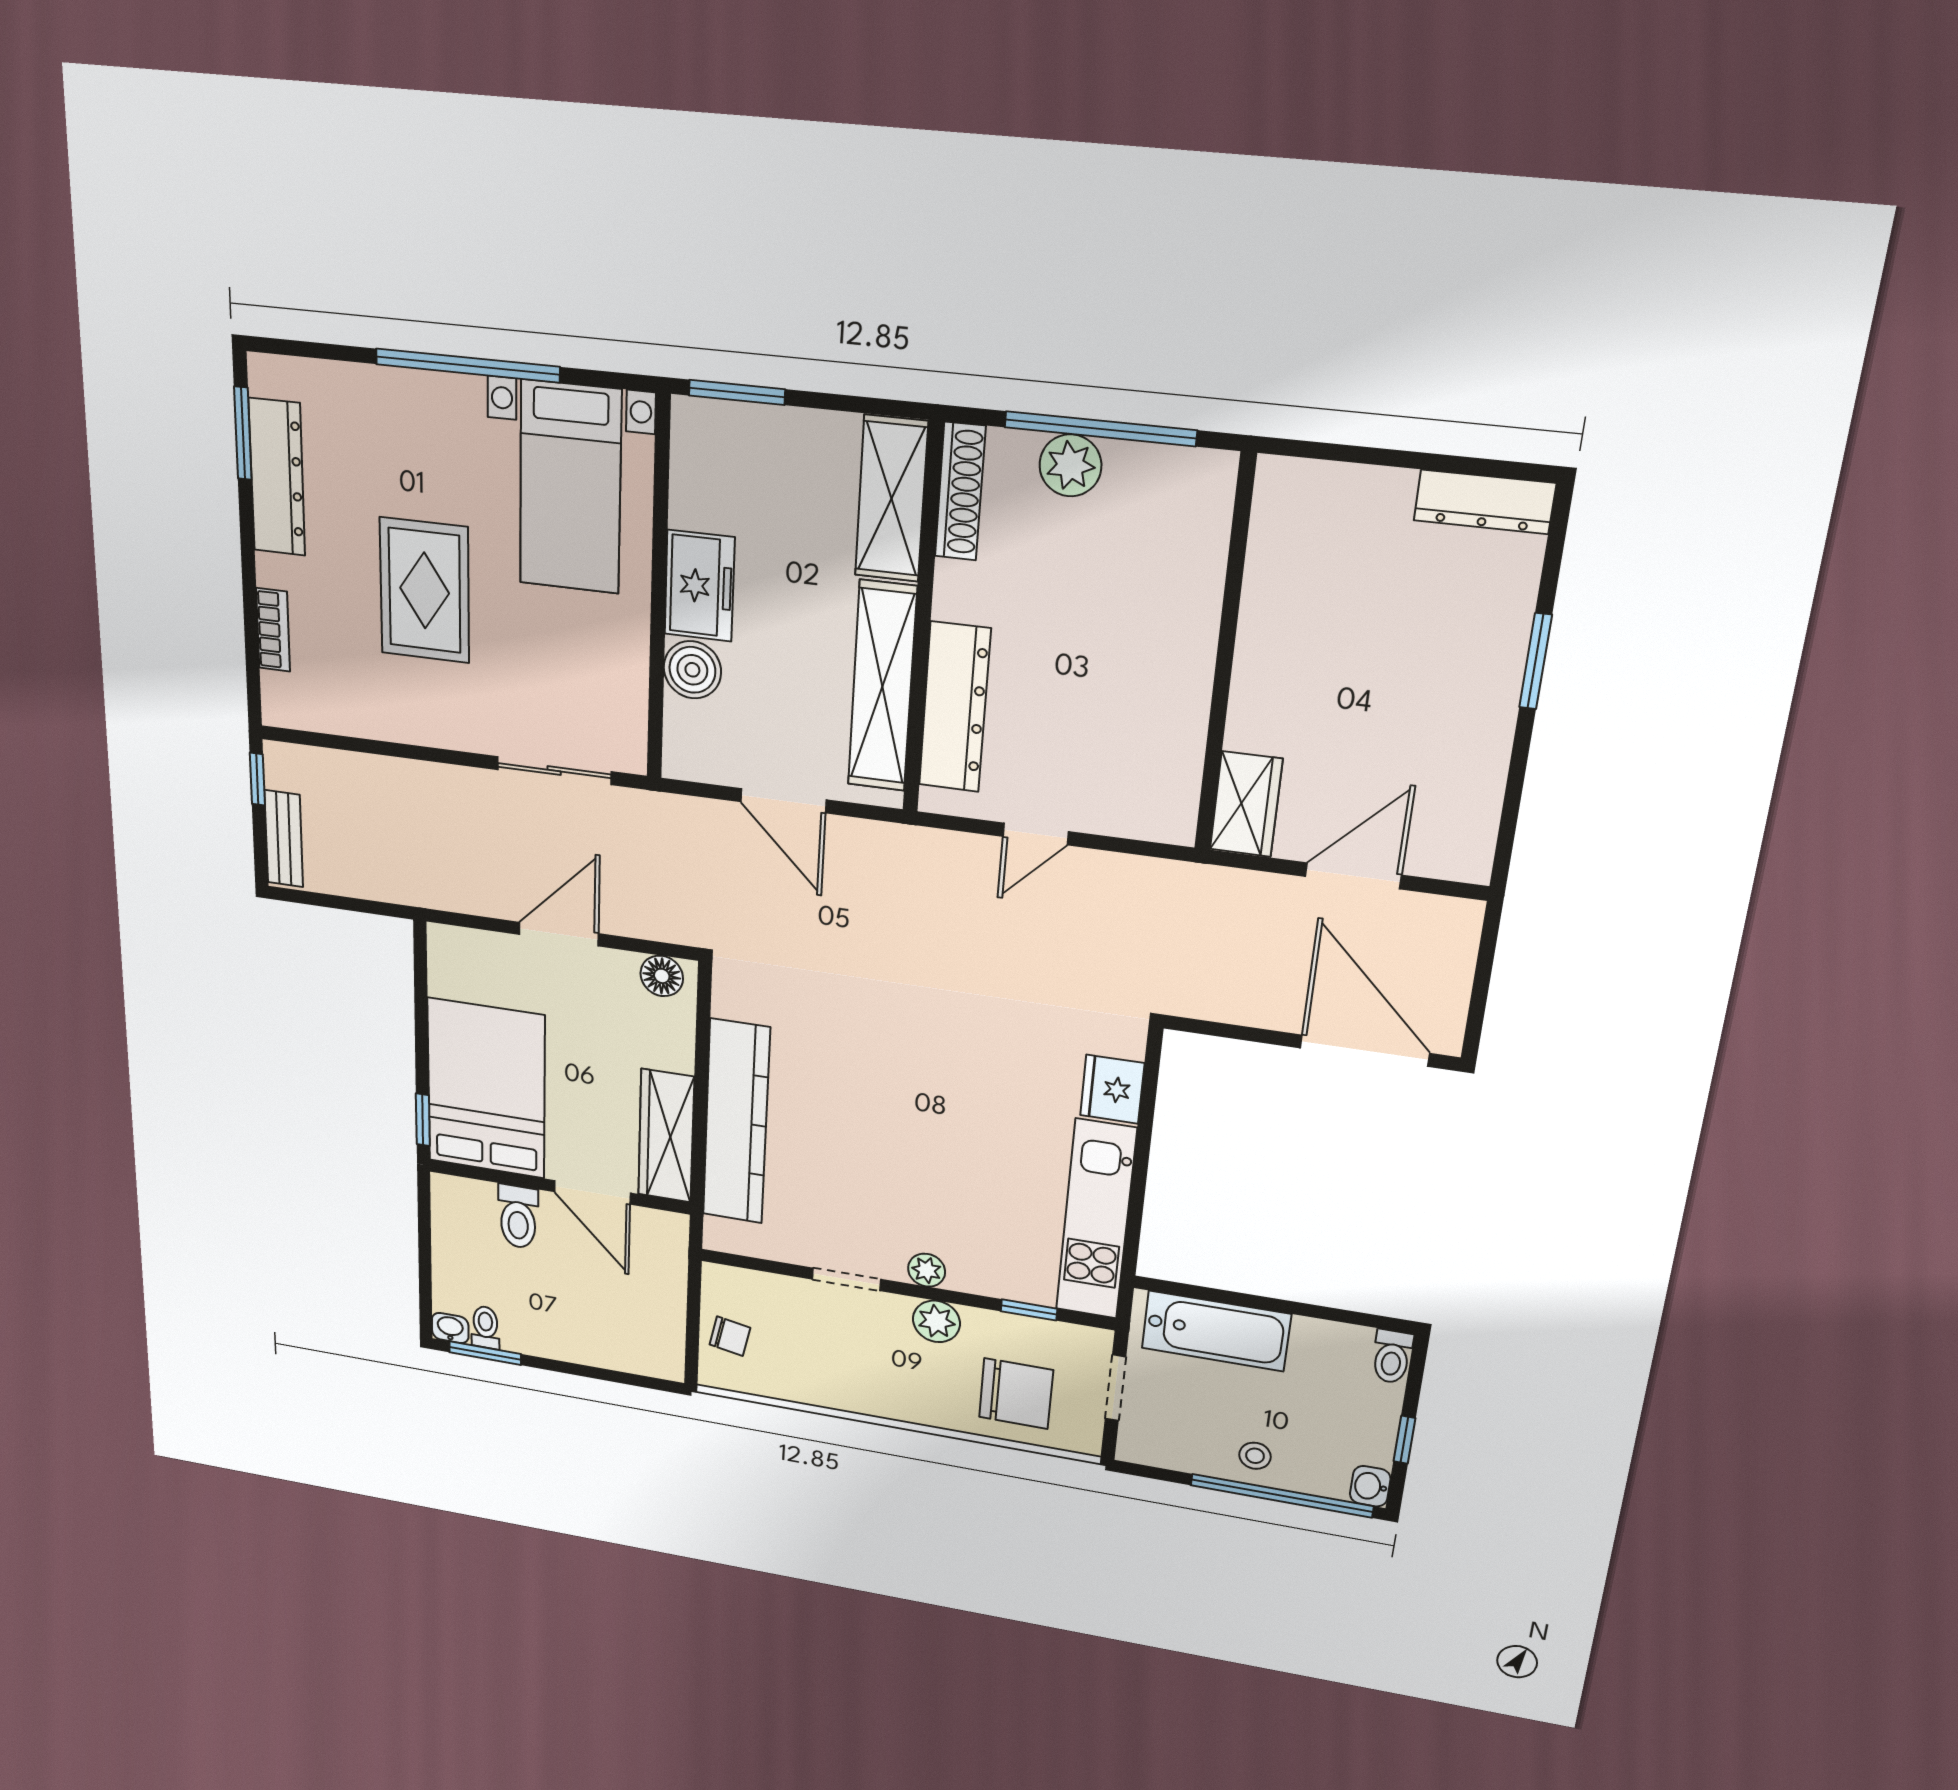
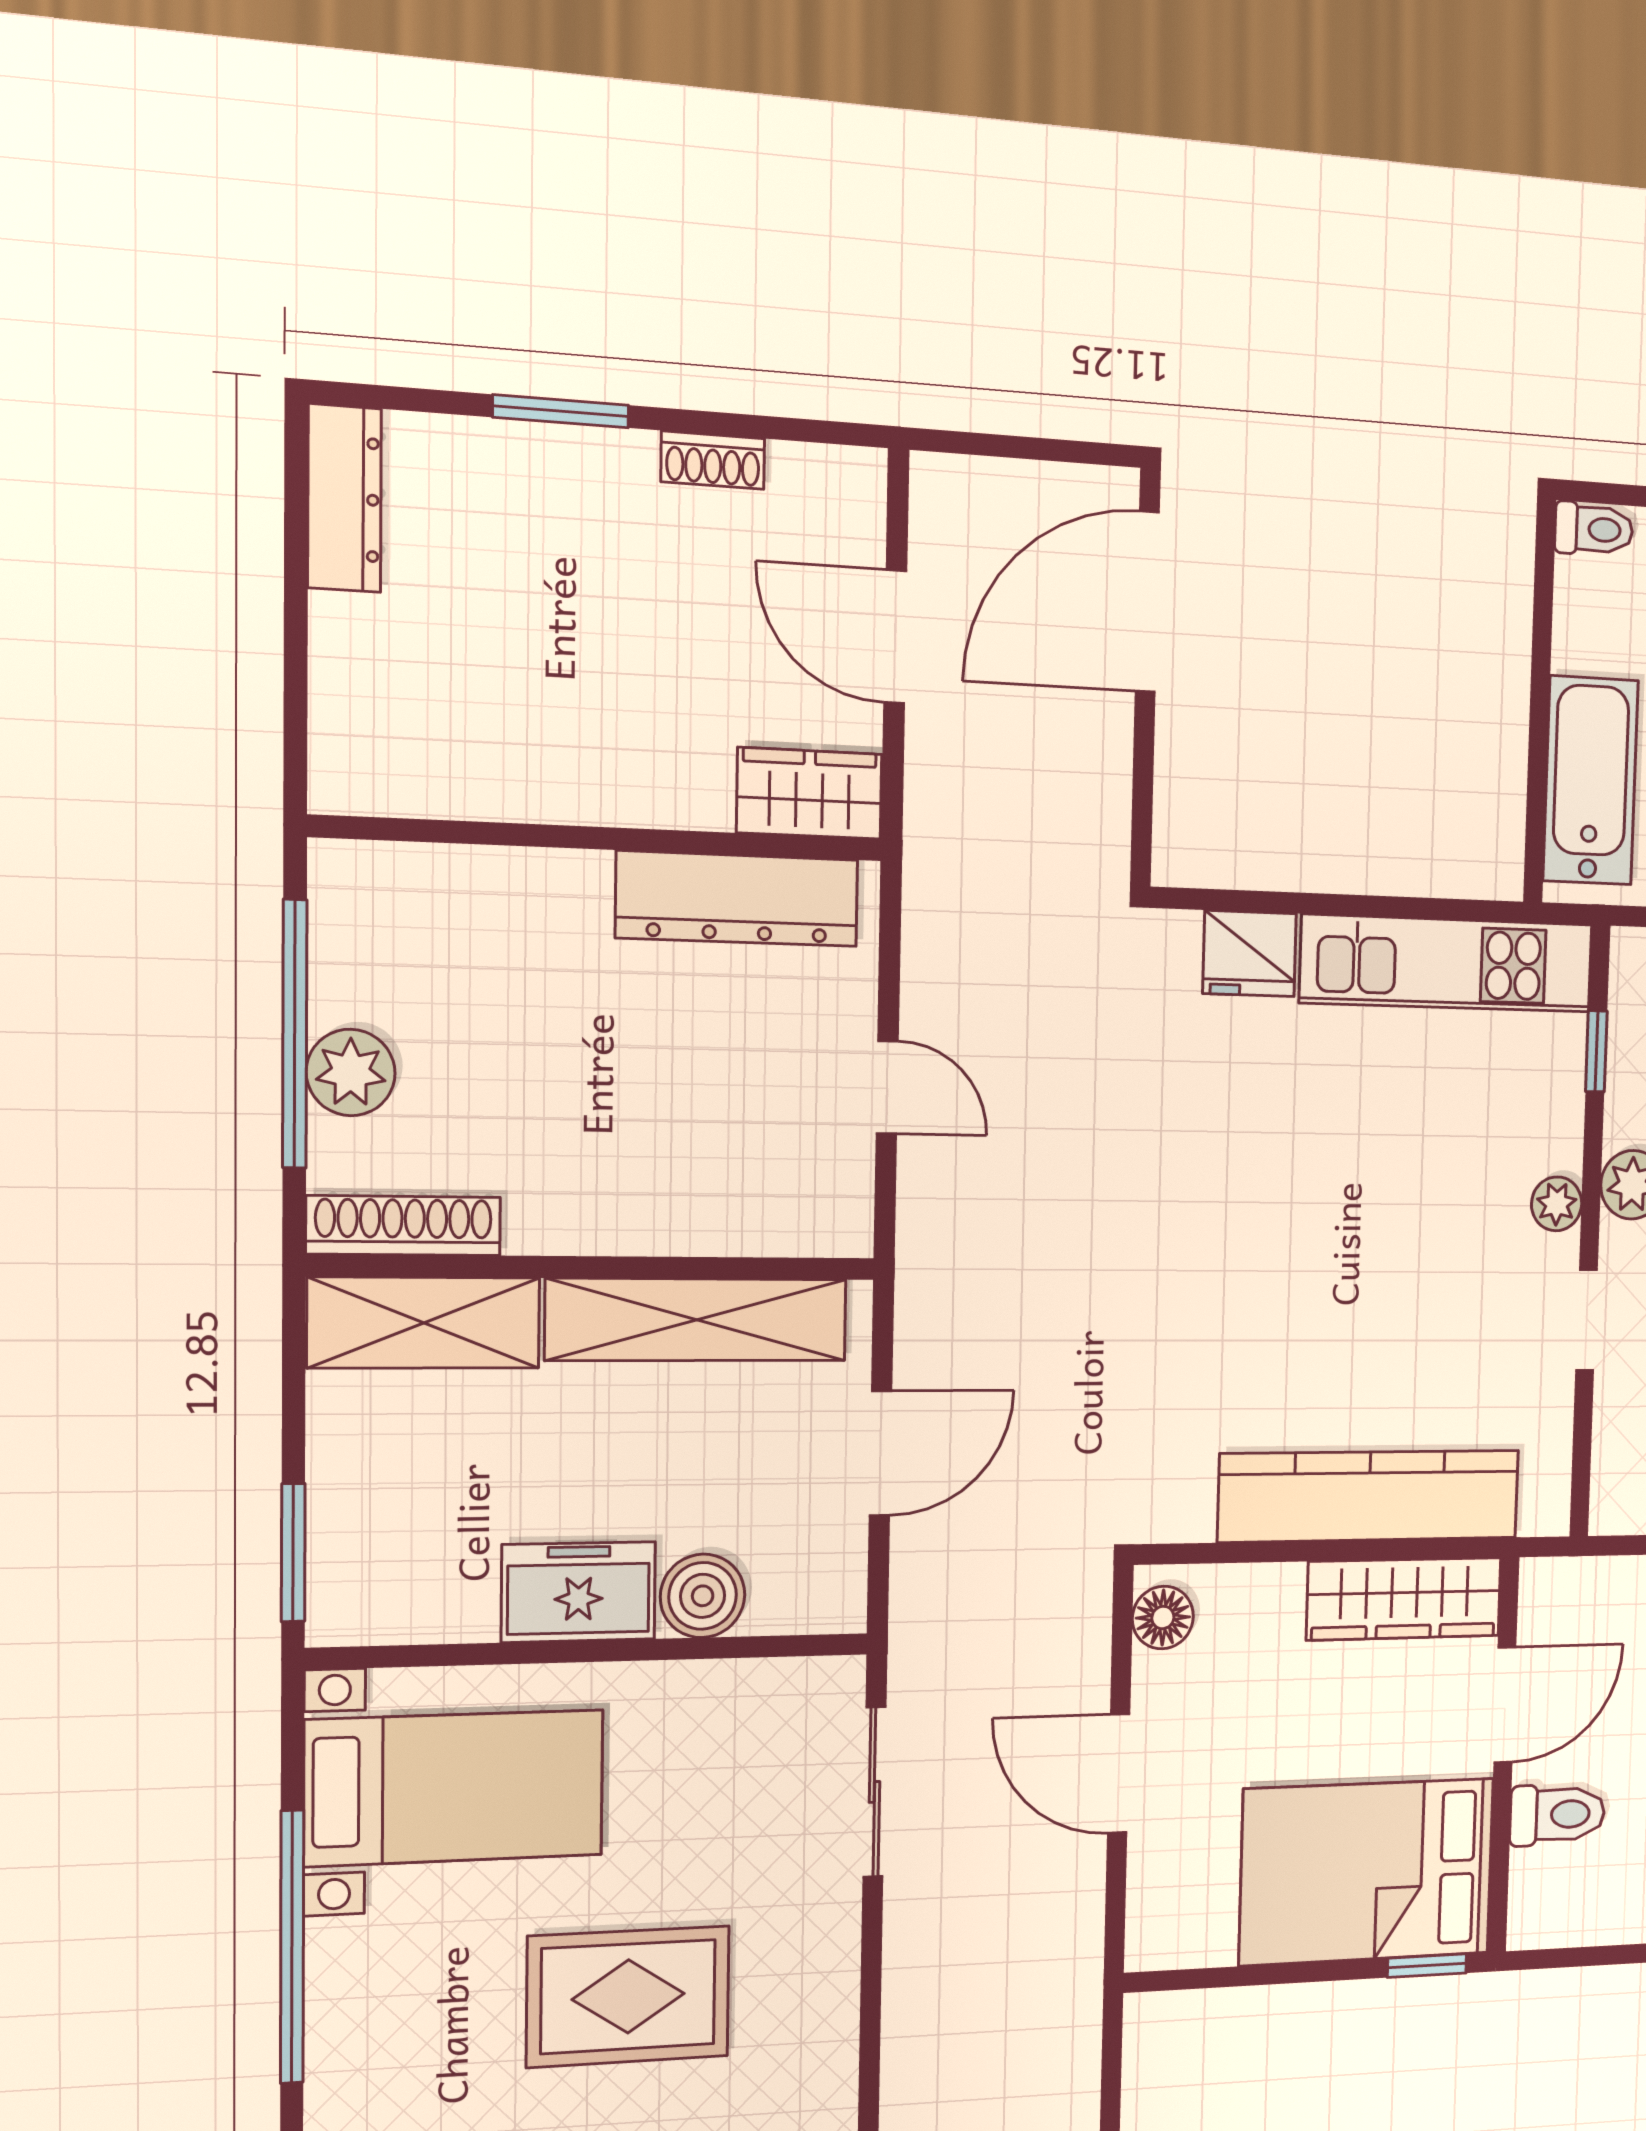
dresser: (955, 707) -> (737, 899), moved, turned 180
shoe rack: (1491, 764) -> (713, 460), added

